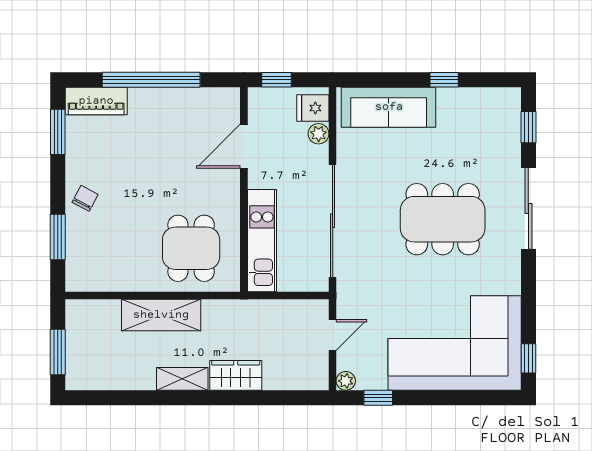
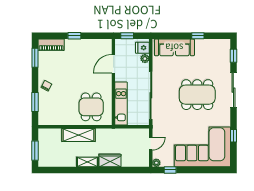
window: (151, 80) -> (74, 36), width x0.32
window: (528, 358) -> (233, 136), moved

